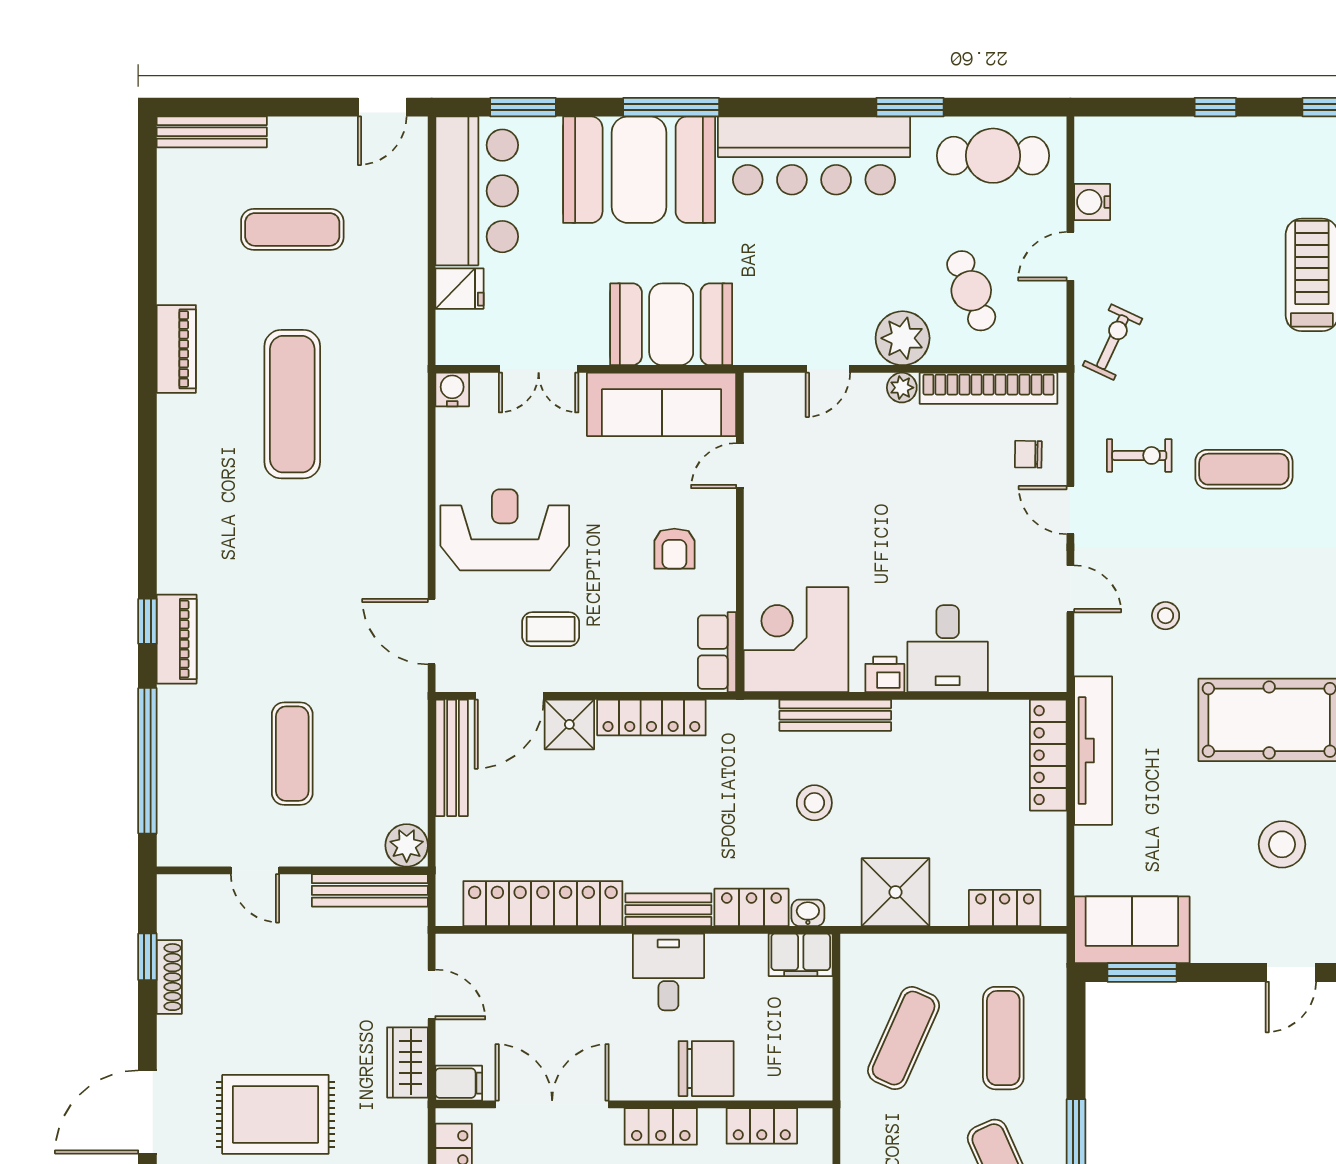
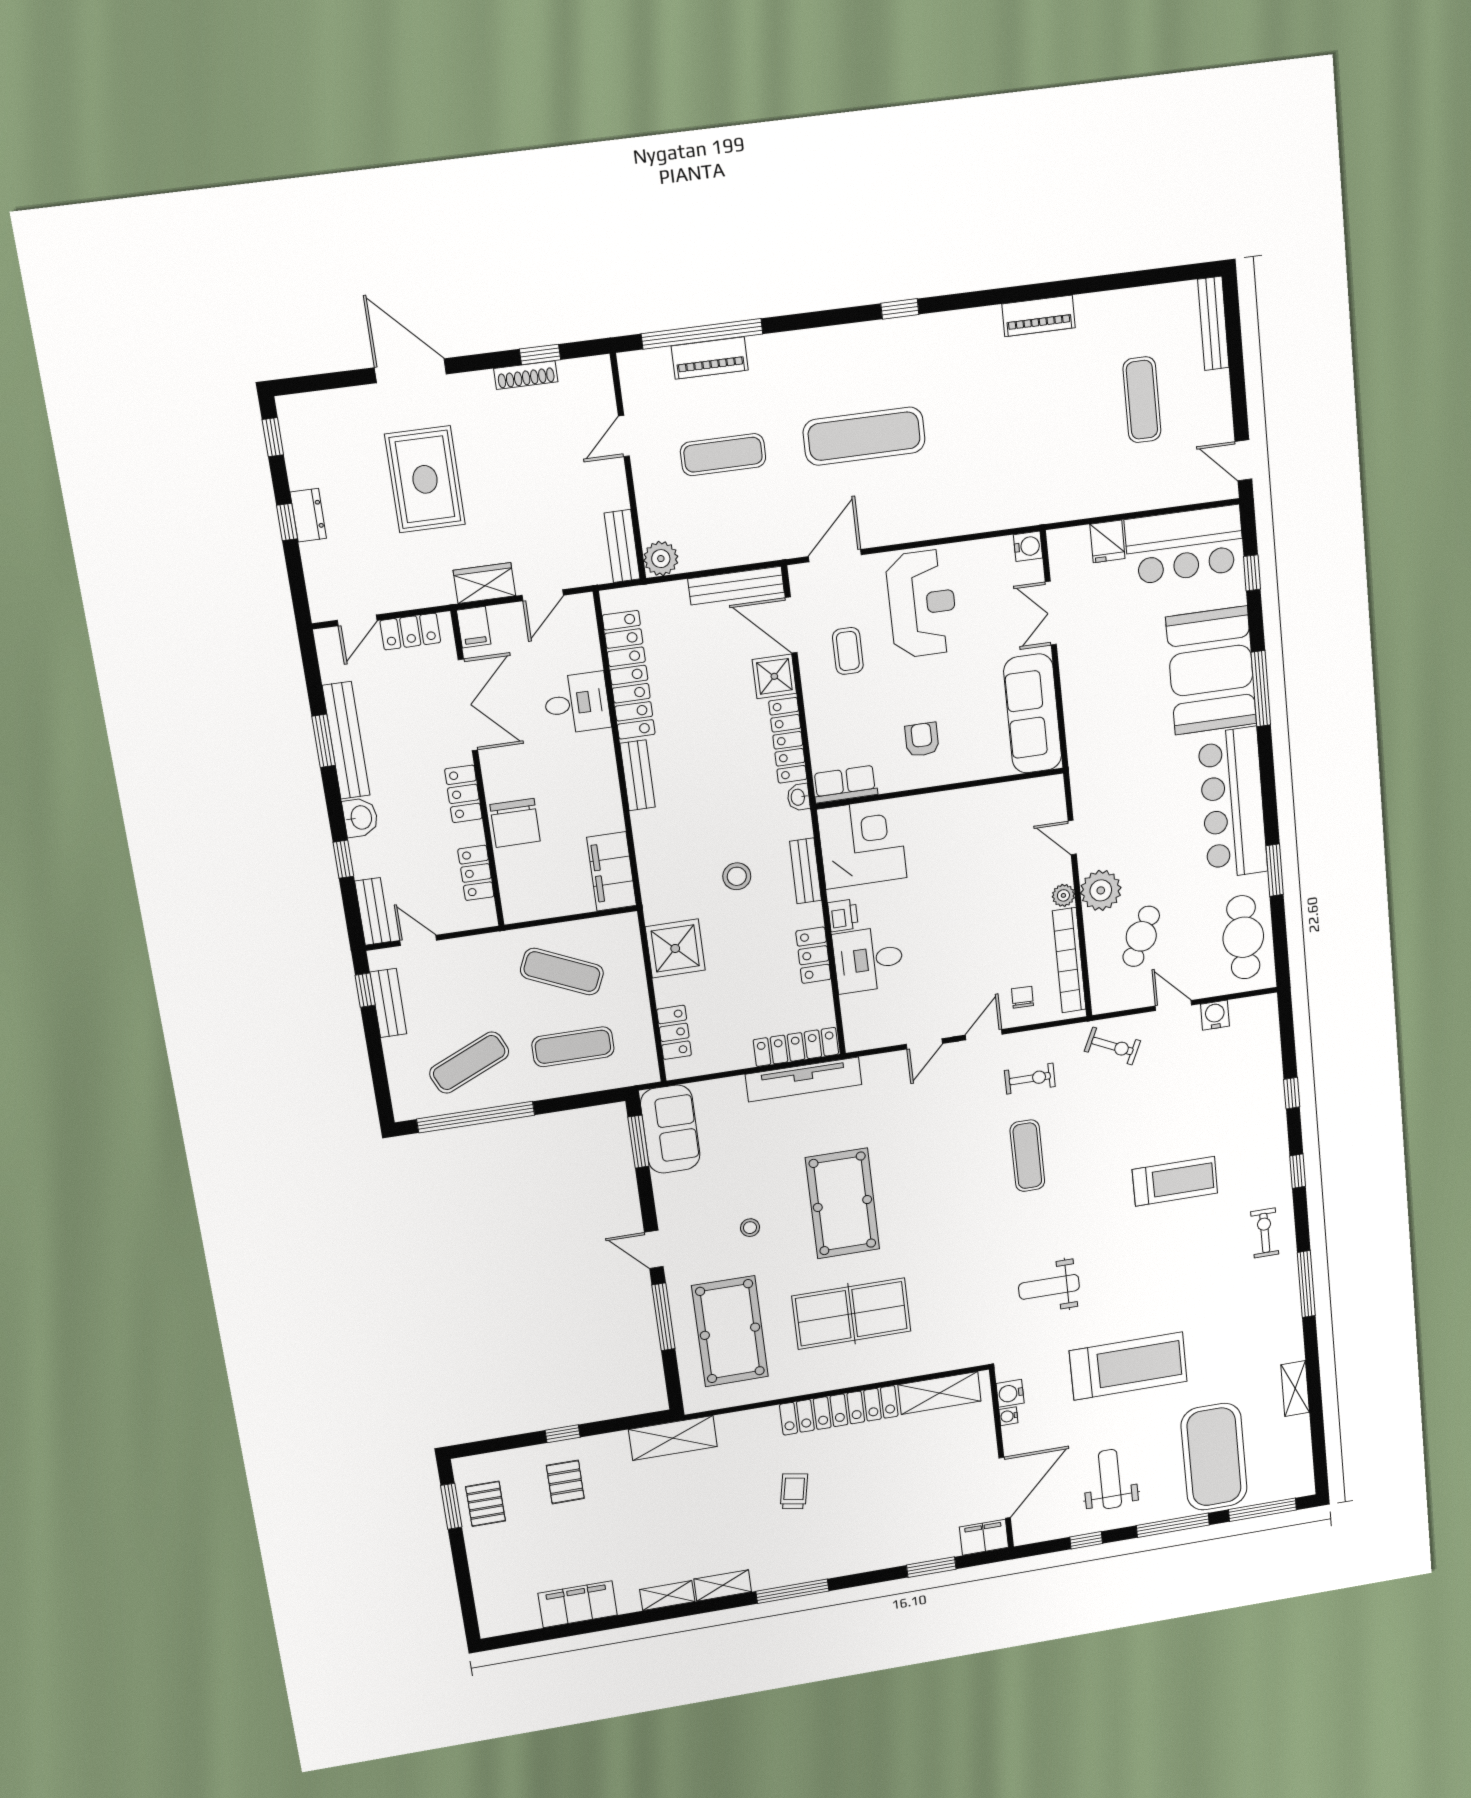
window: (523, 107) -> (1252, 573), width x0.67
cafe table: (971, 291) -> (1141, 936), turned -43
booth: (671, 324) -> (1095, 712), removed
exercise mat: (292, 404) -> (864, 436), moved
exercise bike: (1139, 455) -> (1030, 1079), turned -90
door: (740, 466) -> (991, 781), removed
armchair: (674, 549) -> (922, 740), turned 90
stool: (1166, 616) -> (912, 1116), removed
window: (147, 621) -> (900, 309), moved
piano: (177, 639) -> (710, 358), moved
bench: (835, 715) -> (806, 871), width x0.73
stool: (1282, 844) -> (750, 1228), width x0.53, depth x0.53
bench: (370, 890) -> (622, 546), width x0.73
locker: (751, 907) -> (813, 955), moved, turned 180
washbasin: (808, 913) -> (798, 797), moved, turned 180
filing cabinet: (801, 955) -> (612, 871), width x1.50, depth x1.17
desk: (668, 972) -> (577, 703), moved

